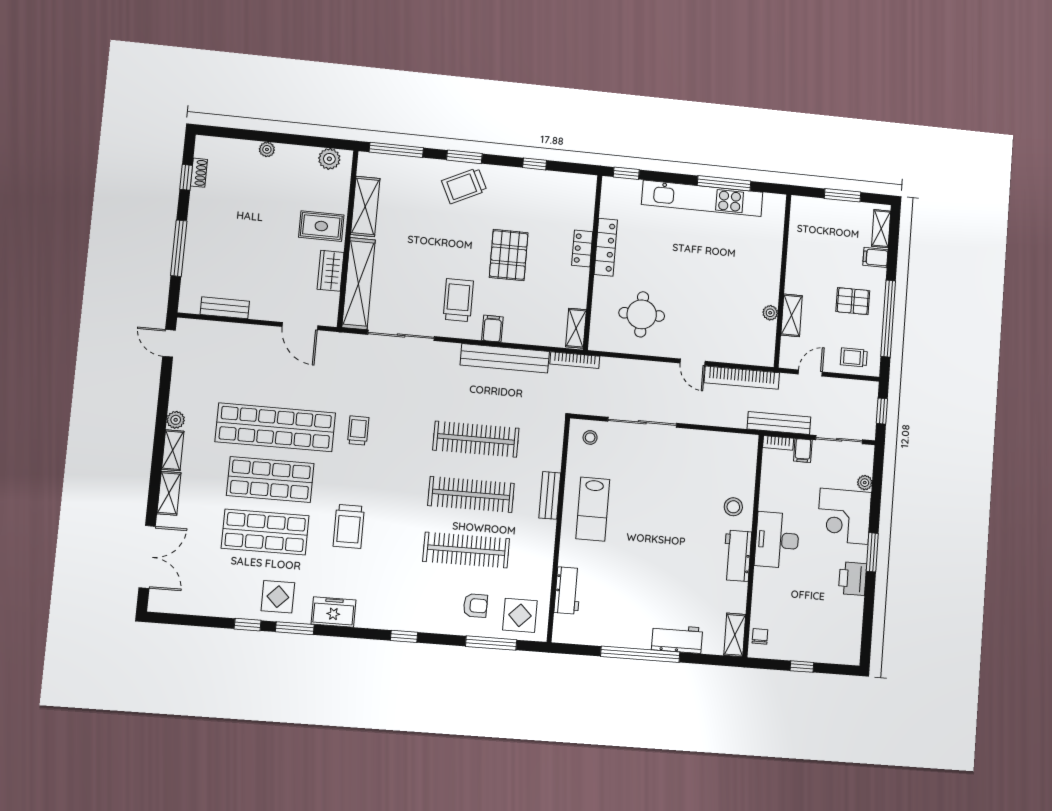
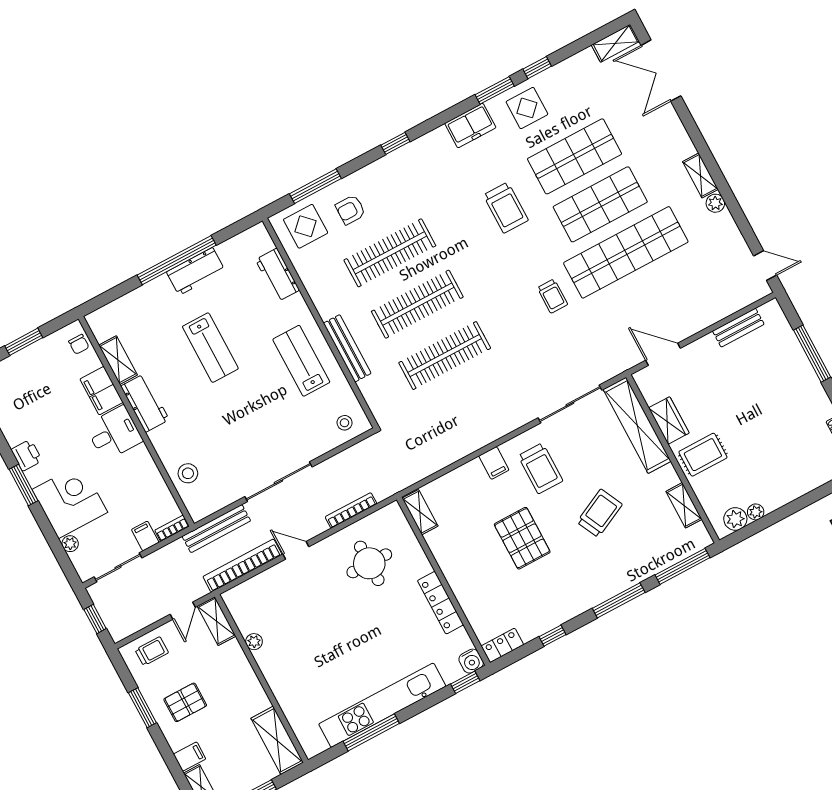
plant: (267, 149) -> (756, 512), moved
window: (464, 157) -> (619, 600), width x1.44
trolley: (464, 186) -> (599, 513), moved
water cooler: (611, 187) -> (471, 661), added
shelving: (365, 206) -> (684, 505), width x0.67, depth x0.75
shelving: (801, 225) -> (277, 740), added
locker: (582, 249) -> (502, 645), moved, turned -90
shelving: (792, 315) -> (217, 621), moved
window: (888, 319) -> (142, 708), width x0.47
bench: (505, 358) -> (466, 444), removed
bookcase: (575, 360) -> (351, 510), moved
sliding door: (642, 422) -> (278, 482), moved
bench: (779, 423) -> (216, 529), moved
shelving: (169, 493) -> (615, 43), moved, turned 90
bench: (550, 495) -> (347, 348), width x1.36
stool: (733, 507) -> (188, 473), moved
trolley: (349, 526) -> (506, 208), turned 180
desk: (777, 540) -> (114, 433), width x0.73
lab bench: (658, 566) -> (210, 348), added
printer: (853, 579) -> (27, 455), width x0.73, depth x0.81
filing cabinet: (765, 588) -> (102, 391), added
shelving: (735, 635) -> (118, 360), moved
workbench: (677, 639) -> (196, 271), moved
window: (802, 667) -> (24, 342), width x1.50

